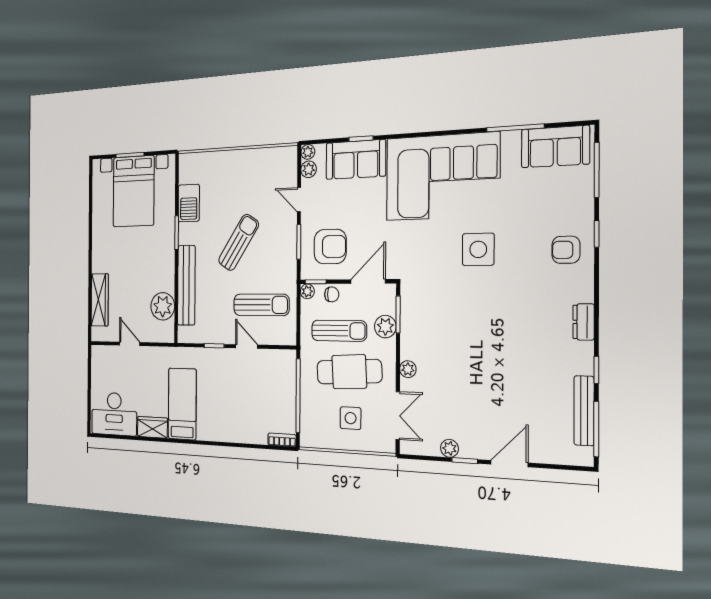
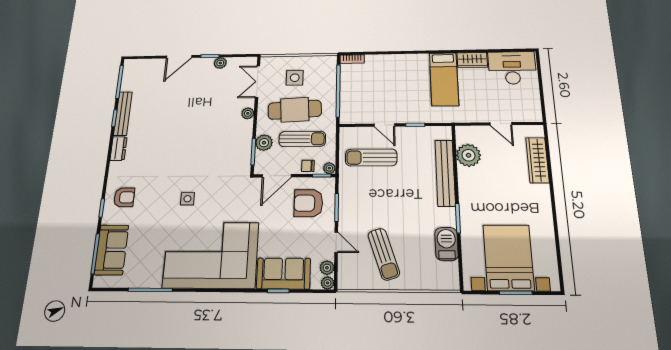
sofa: (555, 147) -> (111, 250), moved, turned 90
sun lounger: (239, 242) -> (384, 254), moved, turned -51
side table: (478, 249) -> (187, 199), width x0.54, depth x0.54
sun lounger: (339, 331) -> (302, 139), turned 180
bench: (584, 411) -> (123, 114), moved

